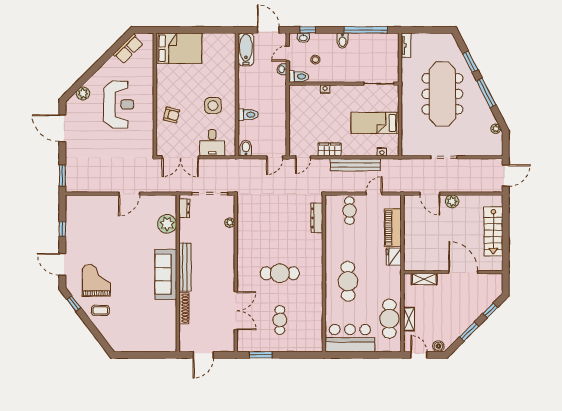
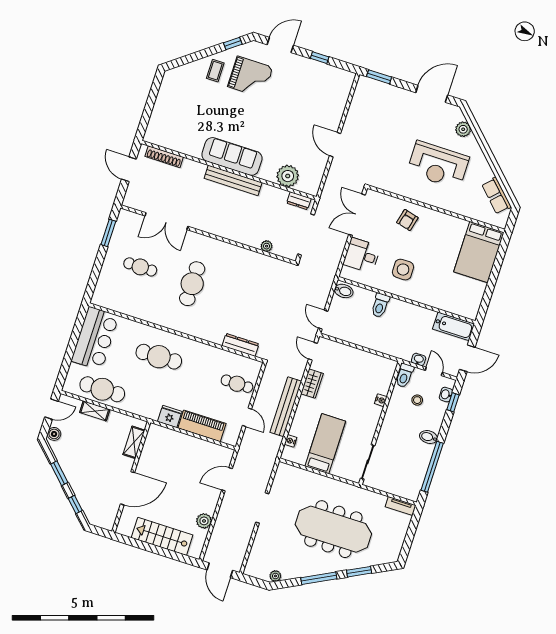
plant: (452, 201) -> (204, 521), moved
shoe rack: (184, 308) -> (164, 157), moved

